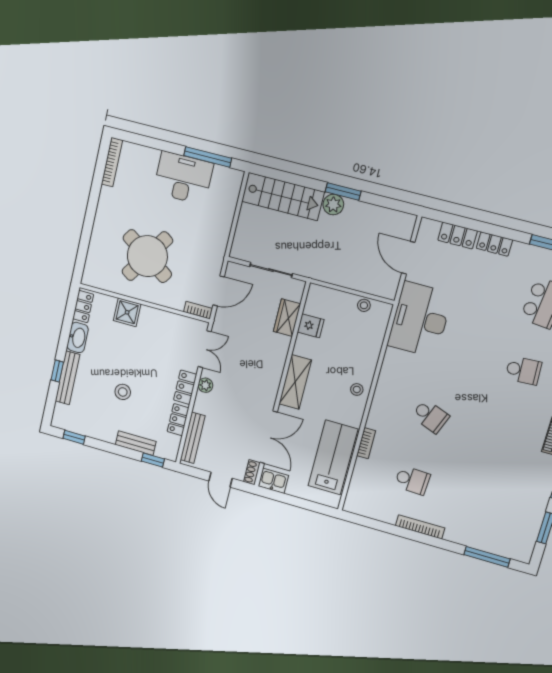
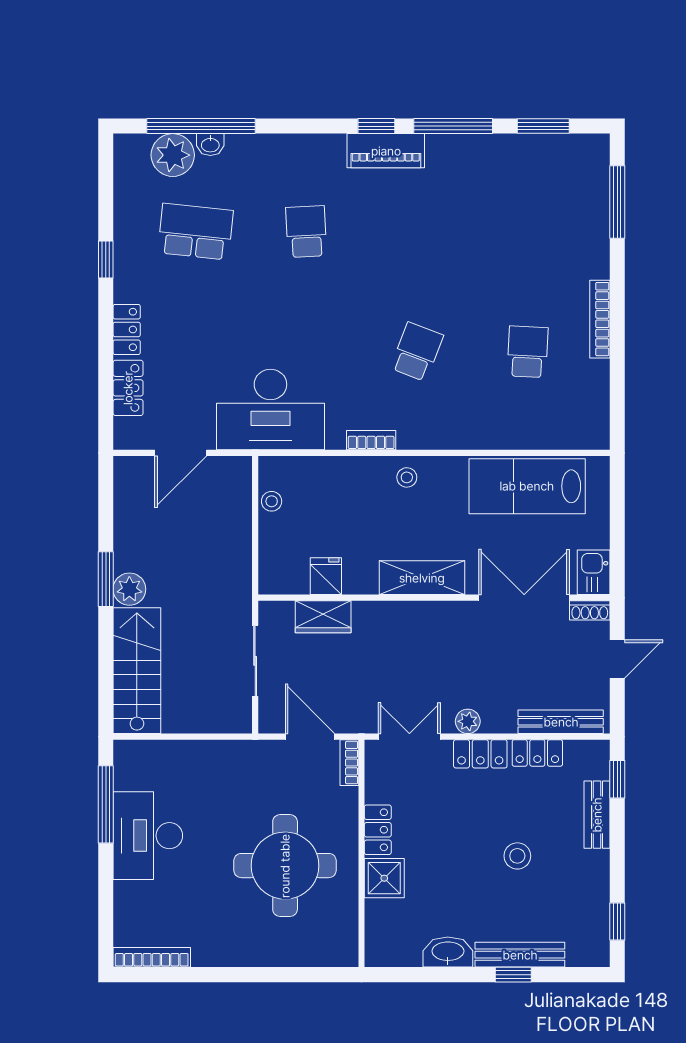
round table: (147, 256) -> (285, 866), turned -34
locker: (83, 307) -> (378, 830), moved, turned 90
bookcase: (366, 443) -> (371, 440), moved

